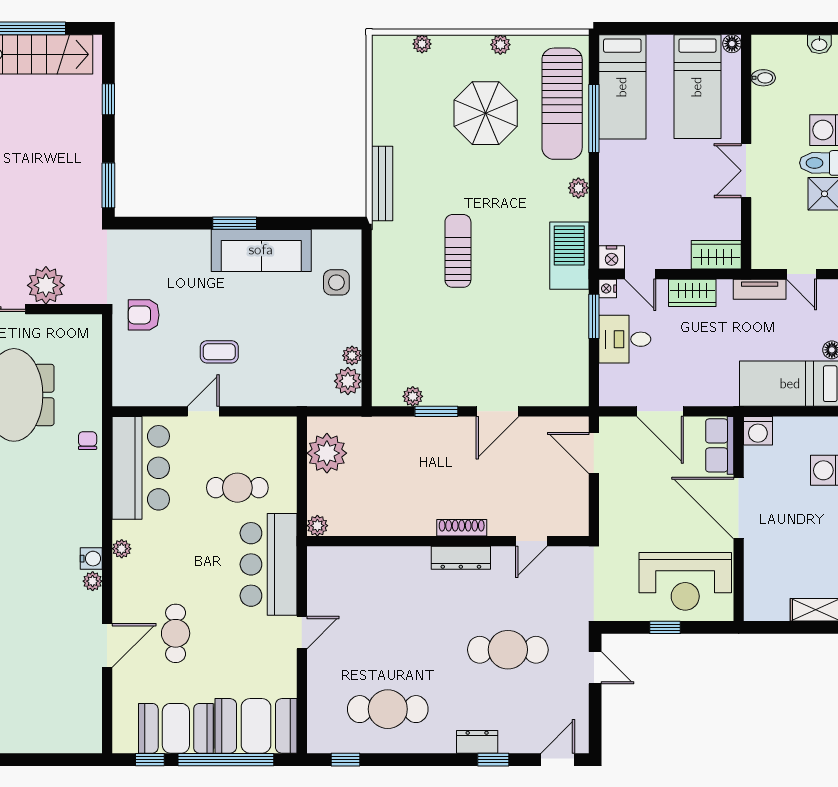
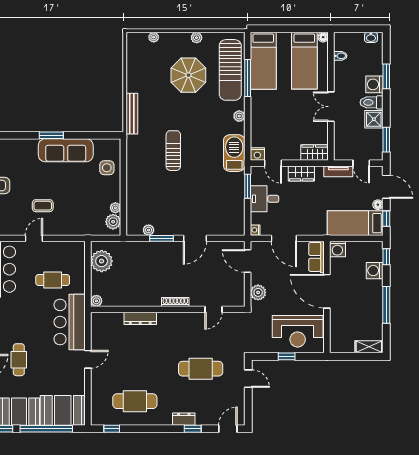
nightstand: (608, 289) -> (255, 230), moved
plant: (613, 510) -> (258, 292), added
dresser: (461, 558) -> (140, 318), moved

